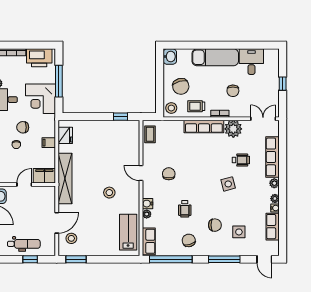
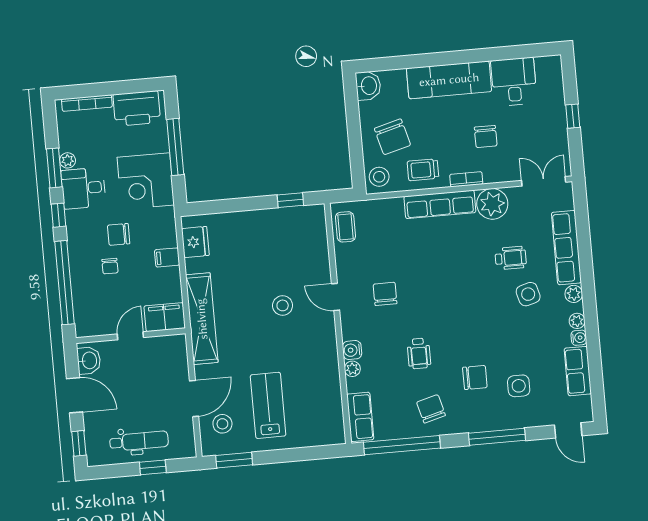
side table: (228, 184) -> (528, 294), moved
stool: (109, 193) -> (283, 305), moved
lab bench: (128, 232) -> (268, 405), moved

